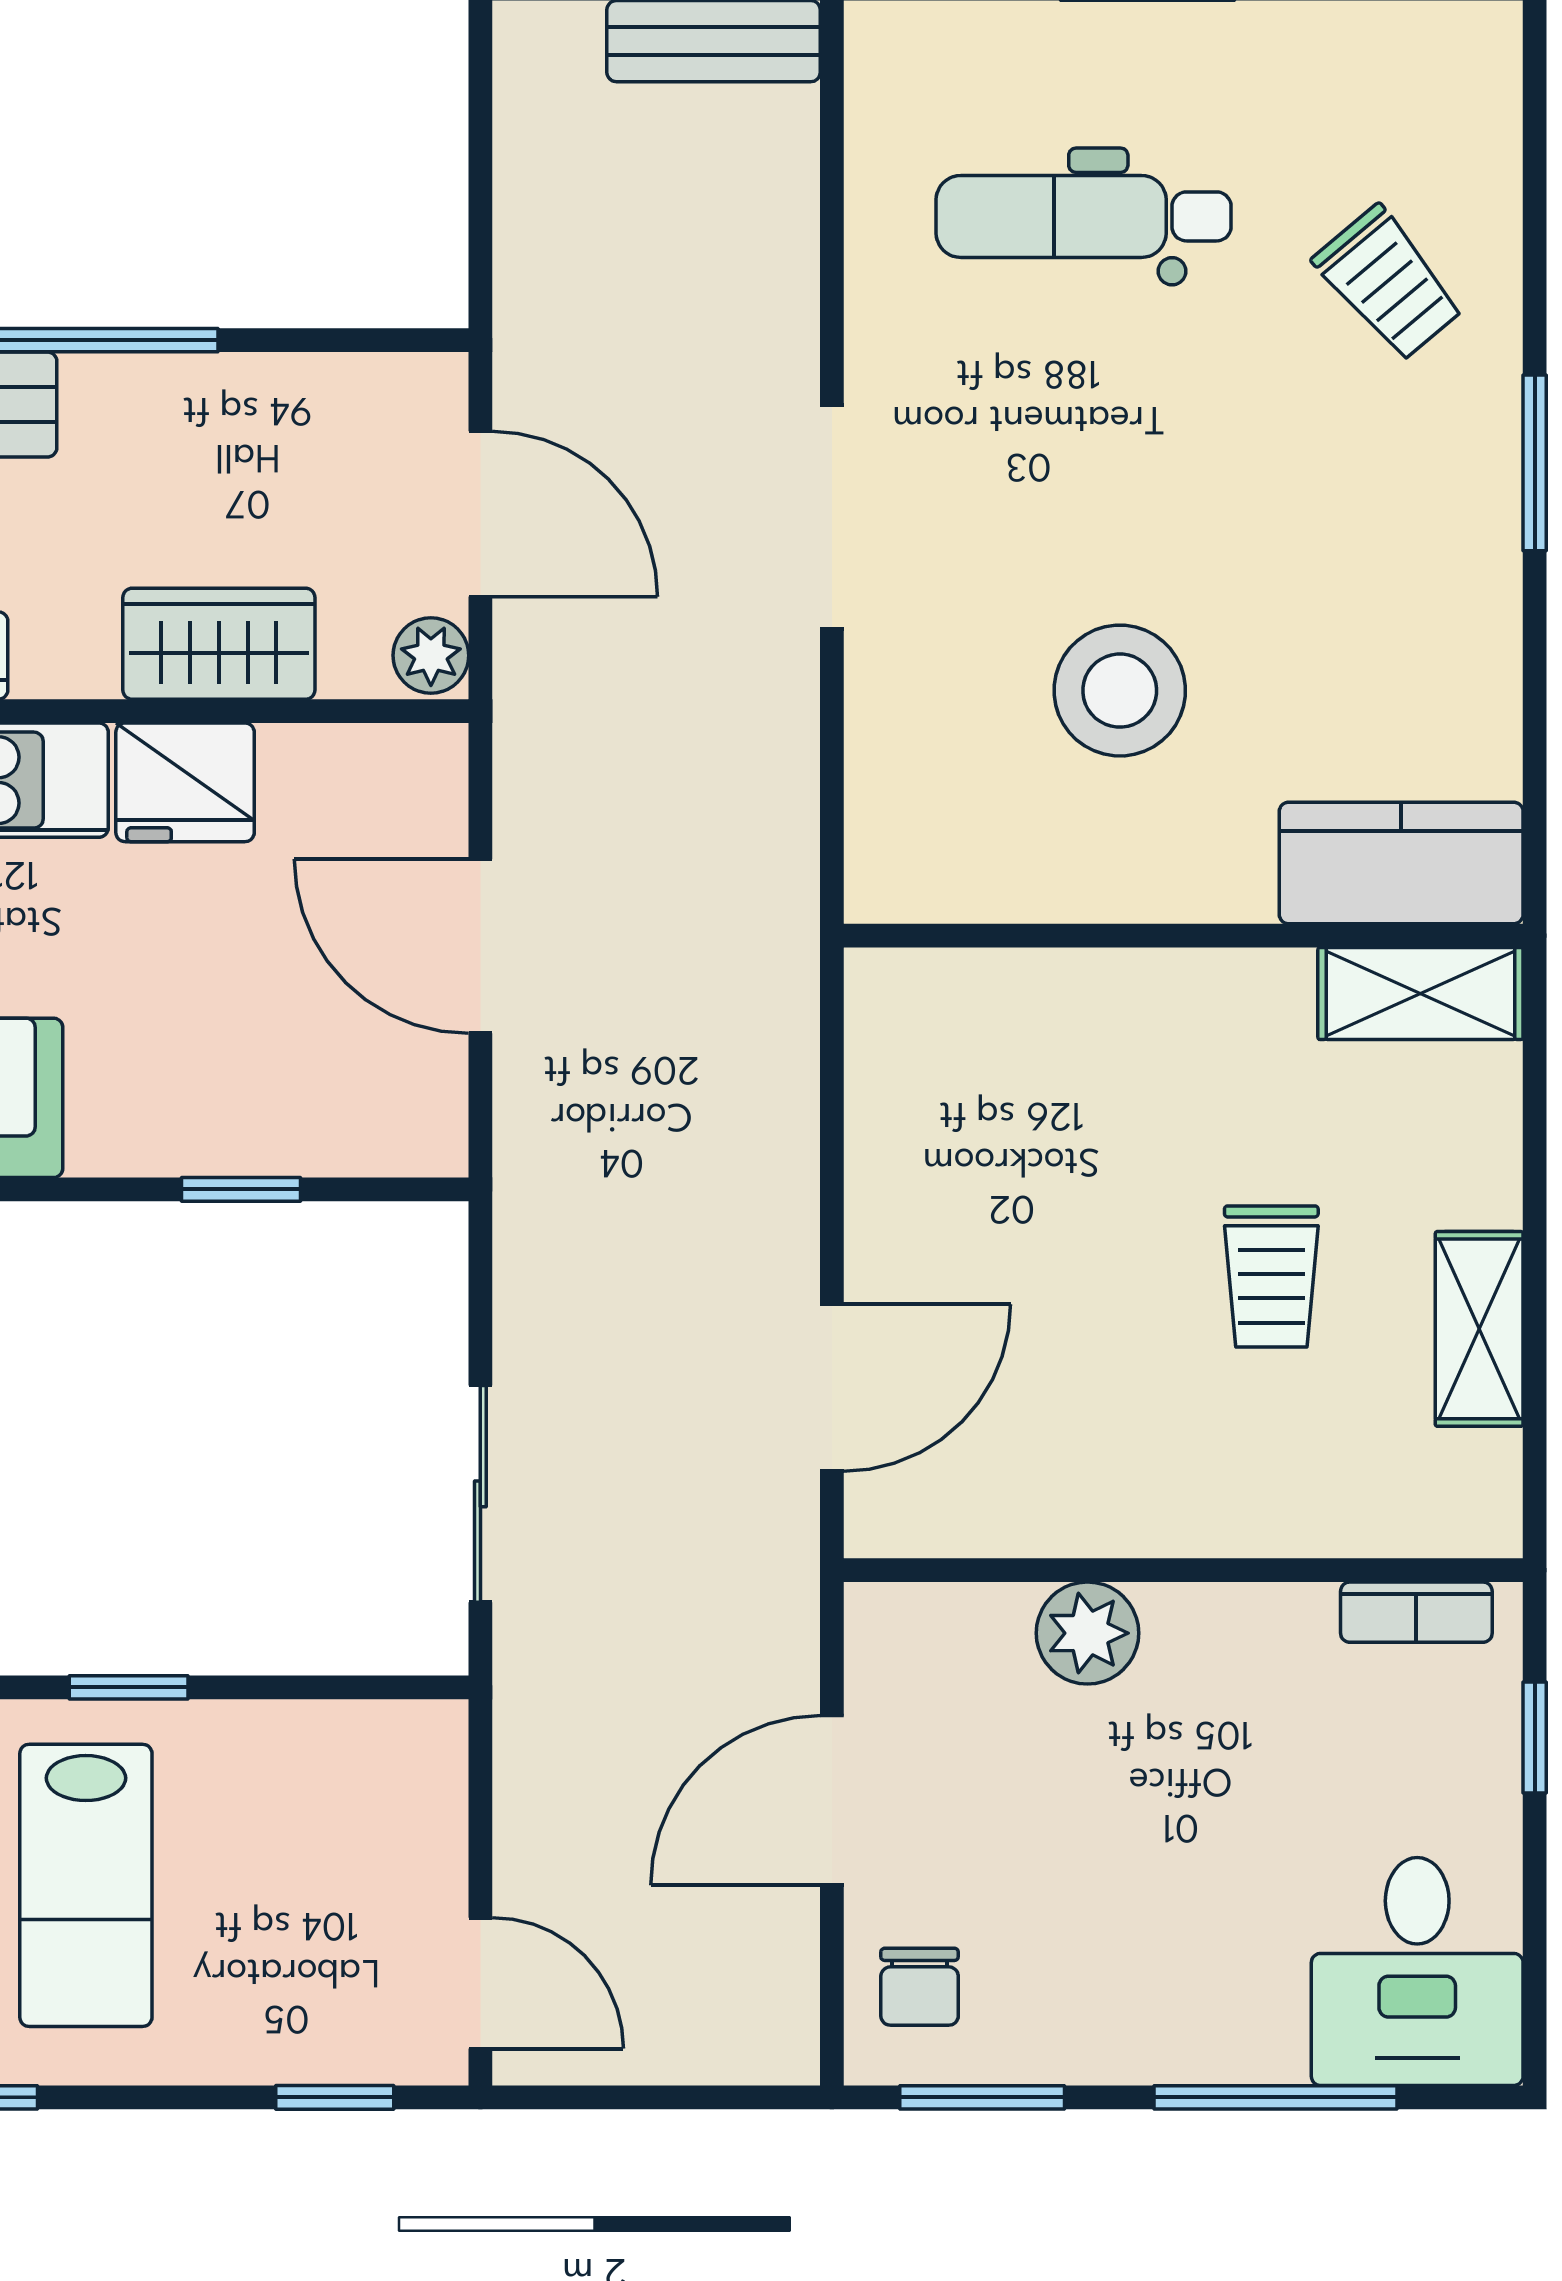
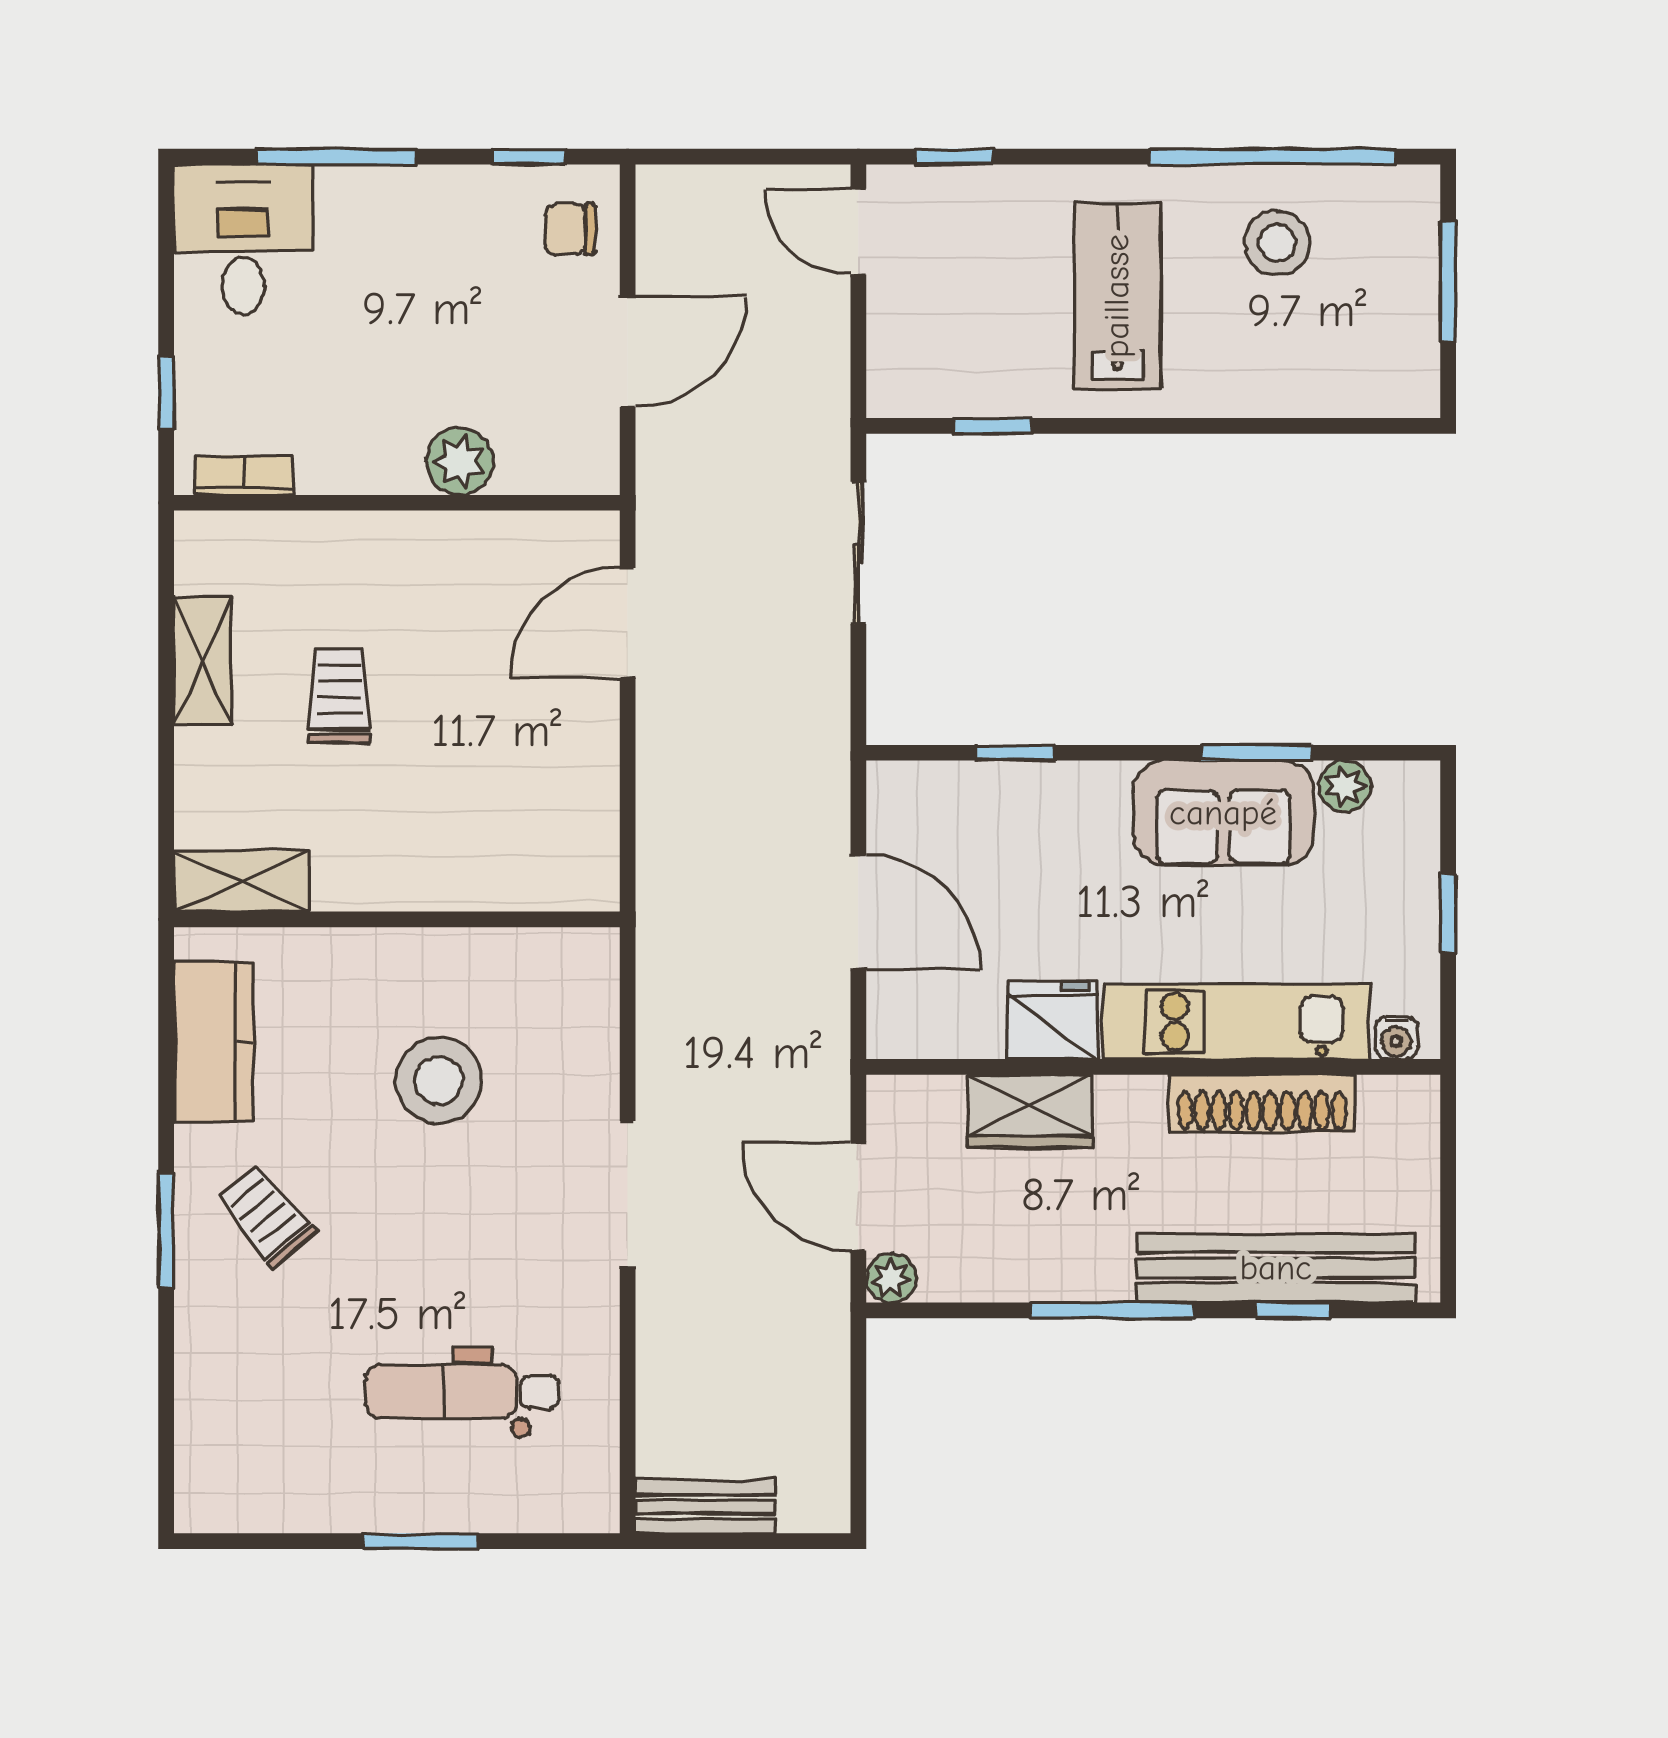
dental chair: (1084, 216) -> (462, 1392), turned 180
trolley: (1388, 283) -> (266, 1216), moved
plant: (431, 655) -> (891, 1278), moved
kitchen counter: (1401, 863) -> (214, 1042), moved, turned -90
window: (129, 1687) -> (993, 426), moved
chair: (920, 1987) -> (570, 229), turned -90
window: (982, 2097) -> (529, 157), width x0.67

